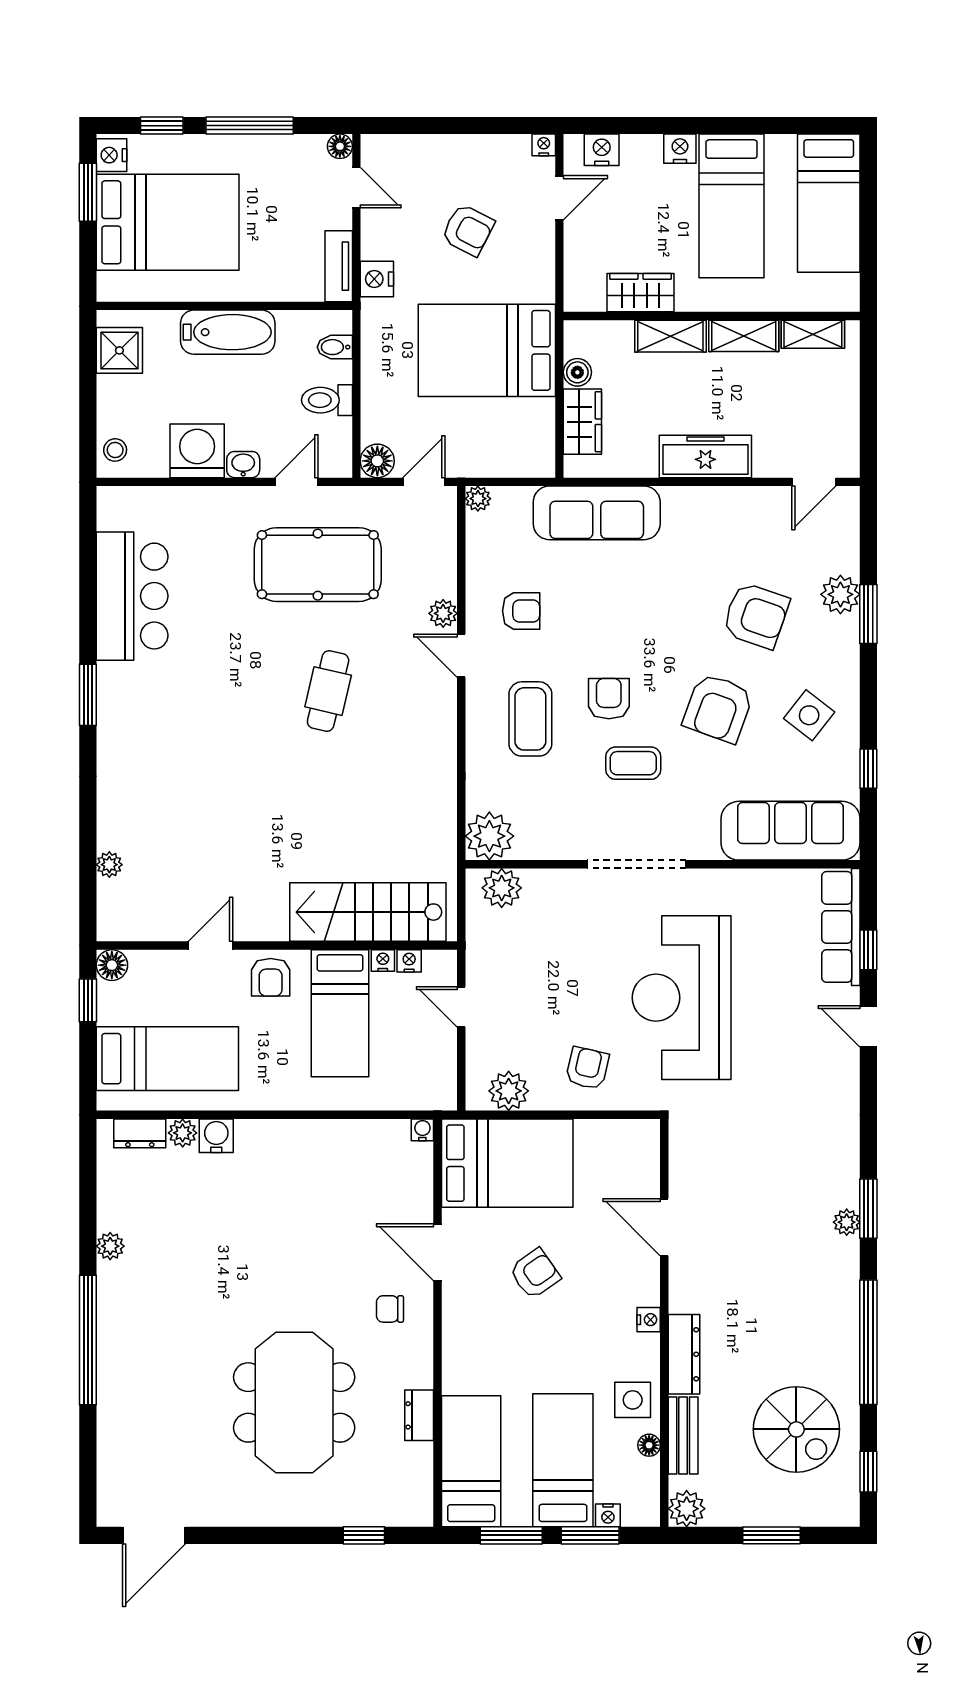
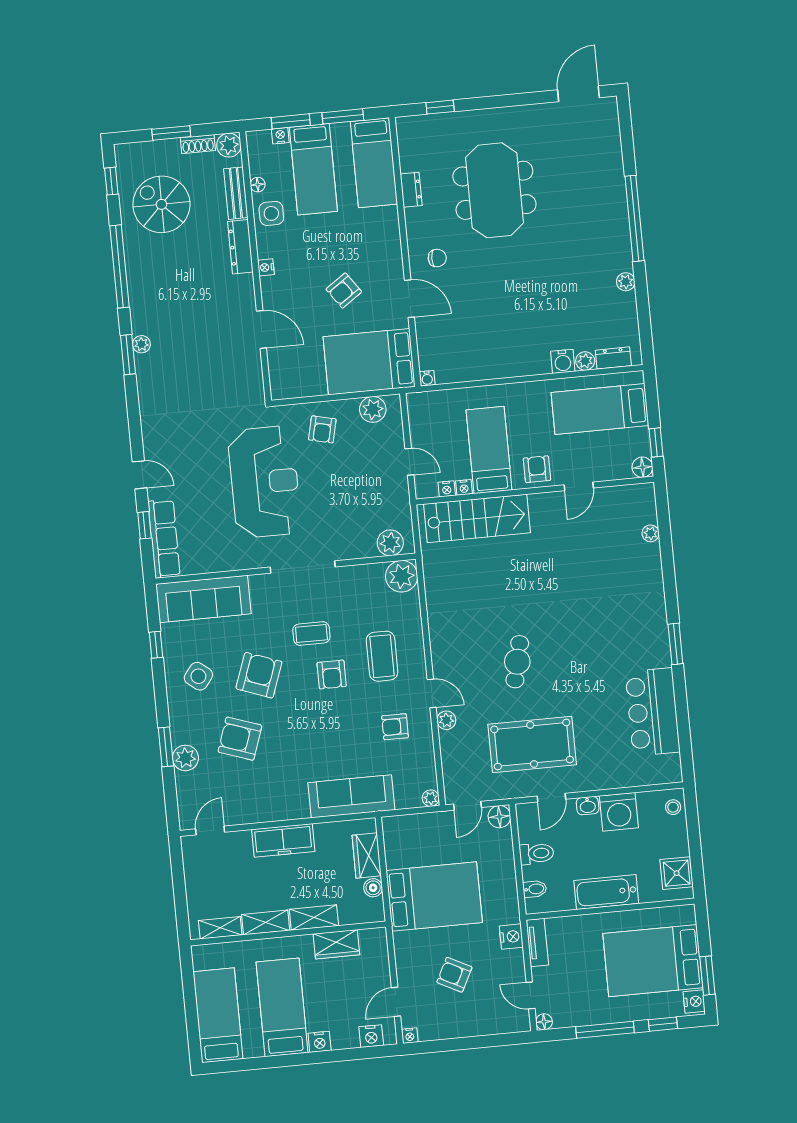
shoe rack: (733, 1515) -> (198, 144), added

